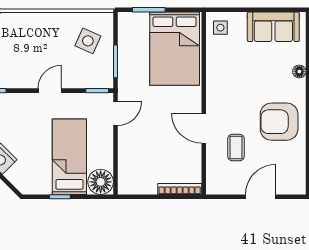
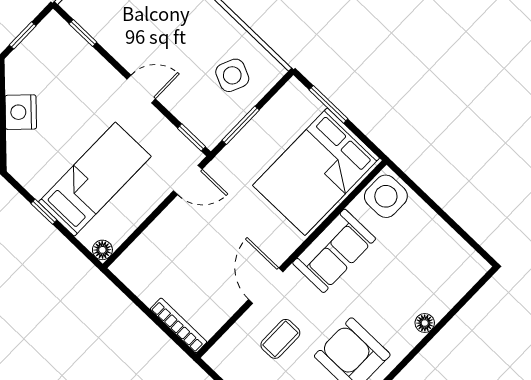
sofa: (273, 27) -> (334, 251), moved, turned -90
side table: (220, 28) -> (386, 196), width x1.87, depth x1.87
floor lamp: (101, 182) -> (102, 250), width x0.53, depth x0.53

